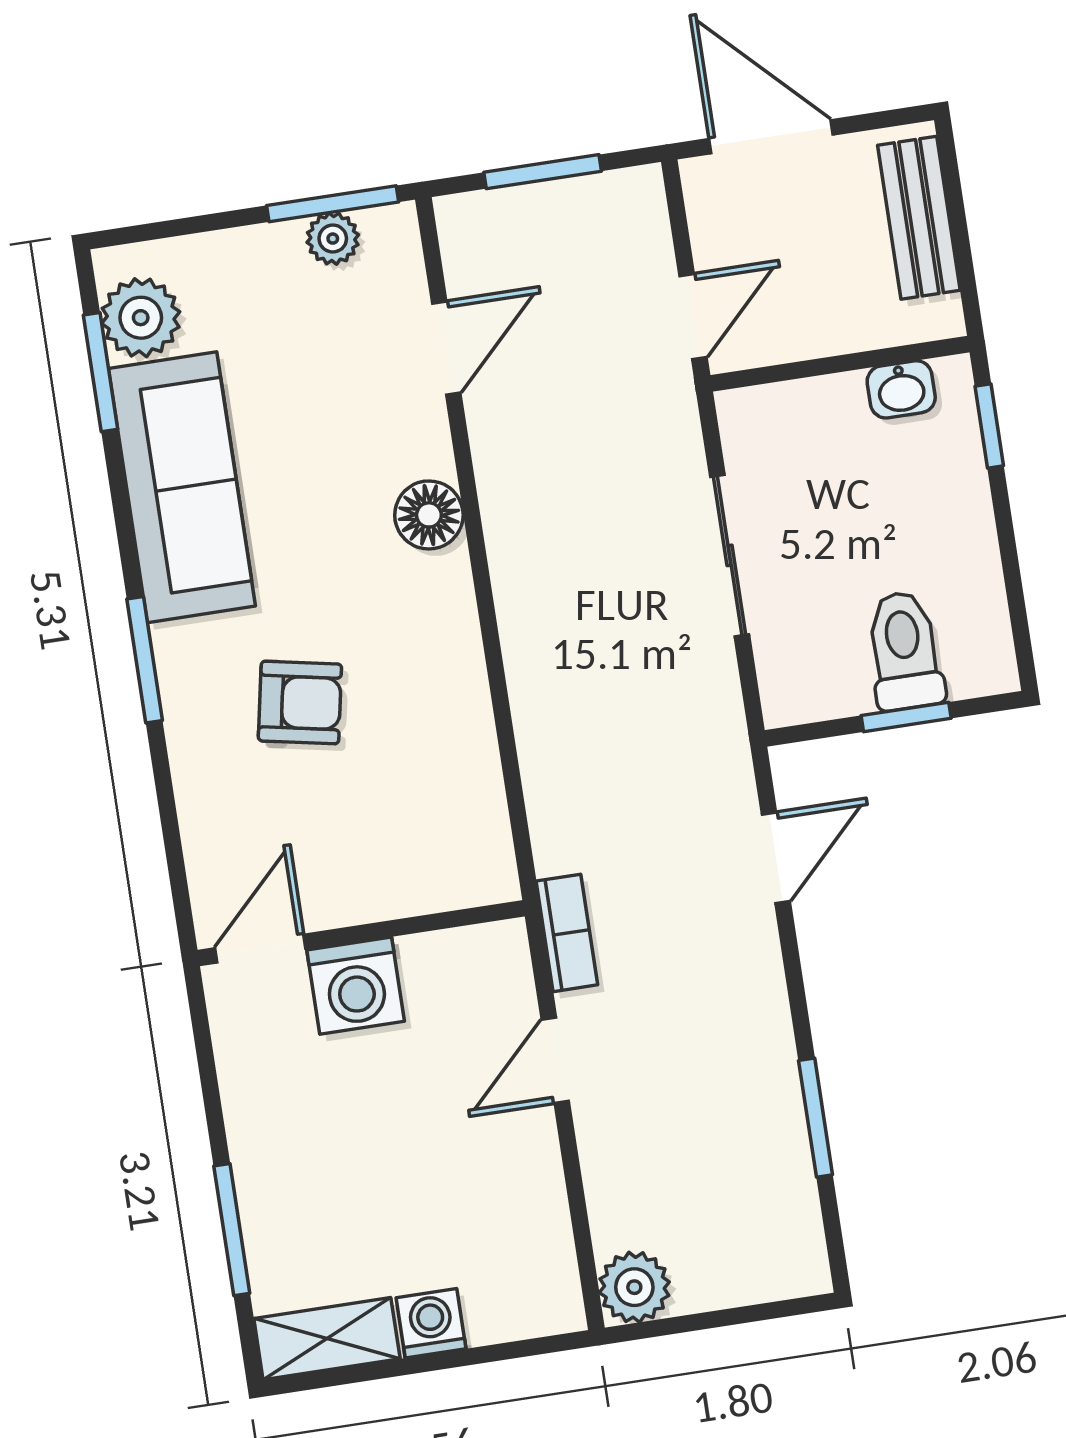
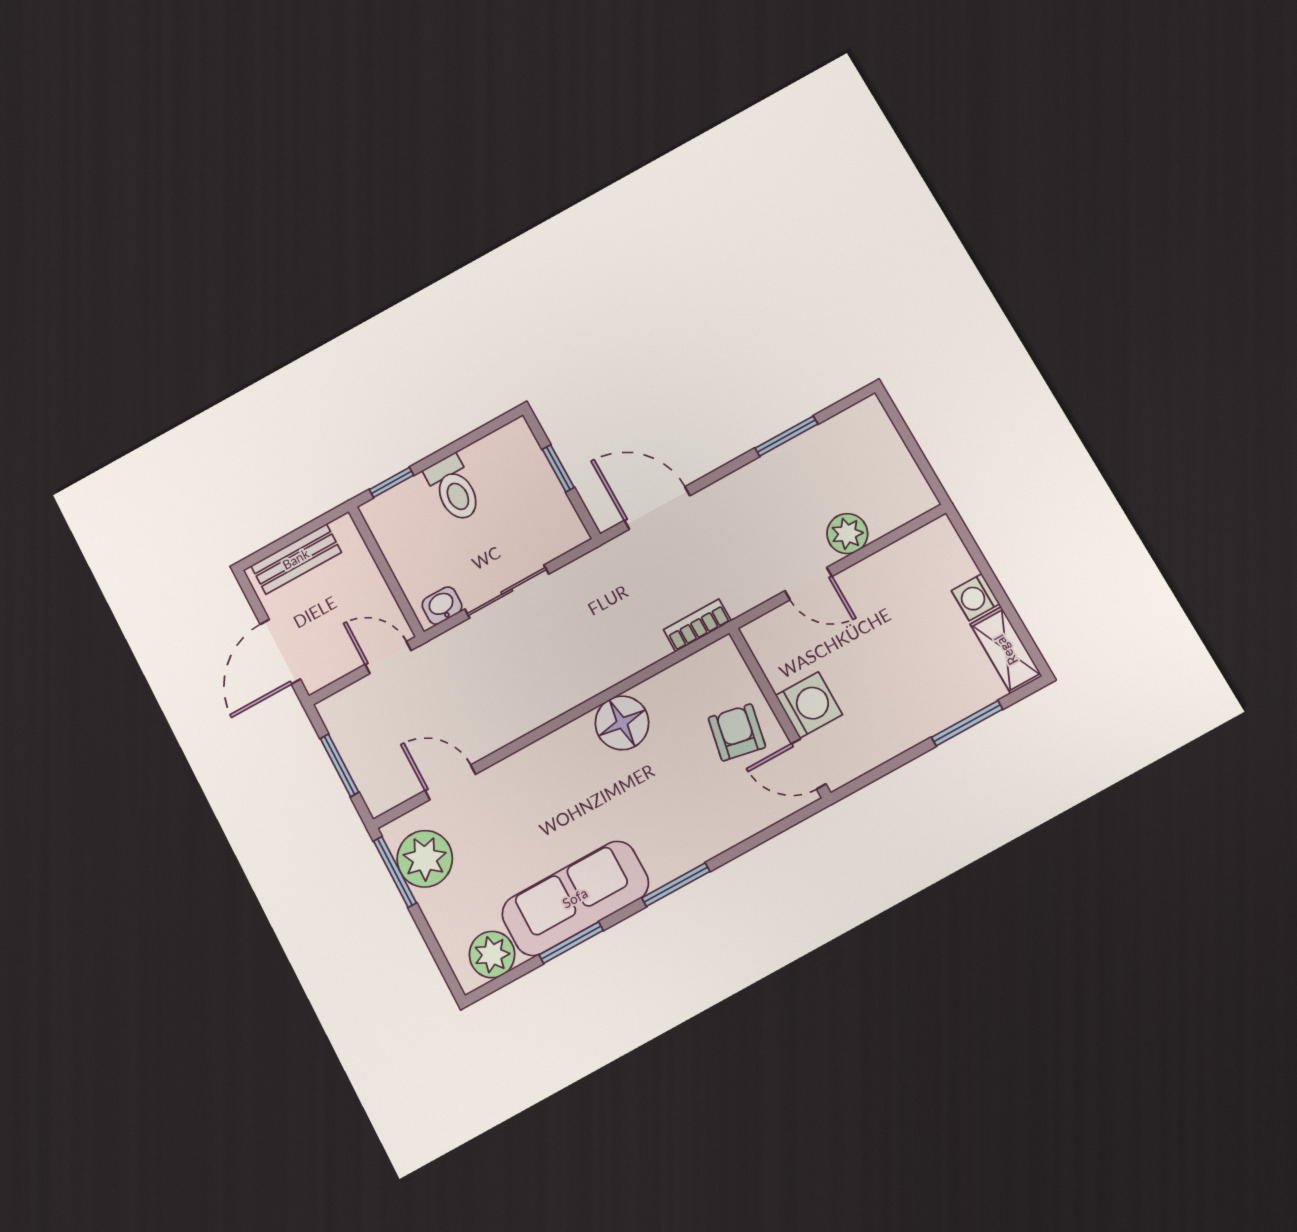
plant: (333, 239) -> (425, 859), width x1.88, depth x1.88
window: (101, 372) -> (571, 943), moved
washbasin: (901, 389) -> (442, 606), moved, turned -90
floor lamp: (429, 515) -> (622, 723), moved, width x1.38, depth x1.38
toilet: (905, 651) -> (454, 489), moved, turned -90
armchair: (300, 702) -> (737, 732), moved
door: (776, 858) -> (657, 508), width x1.38
bookcase: (567, 933) -> (697, 625), moved
plant: (634, 1287) -> (847, 534), moved

